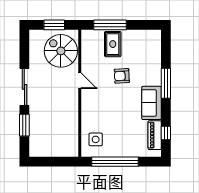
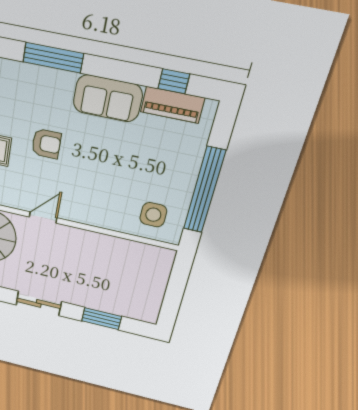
armchair: (122, 76) -> (46, 144), turned -87
window: (166, 83) -> (53, 58), moved
sliding door: (24, 87) -> (39, 303), width x0.73

